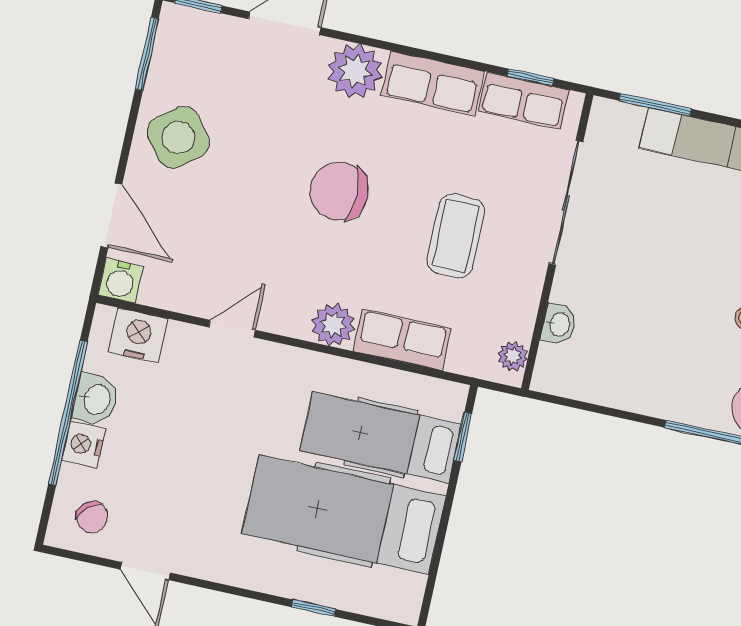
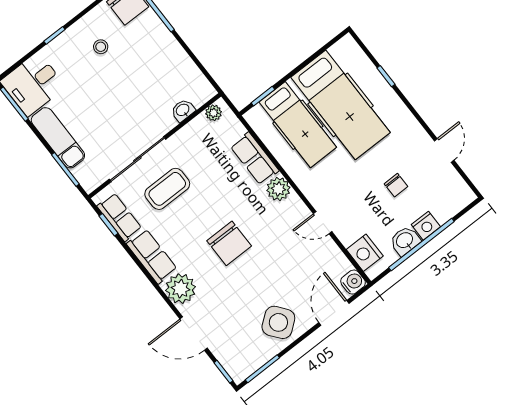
coffee table: (456, 236) -> (167, 189), moved
chair: (92, 517) -> (396, 185), moved, turned 130

